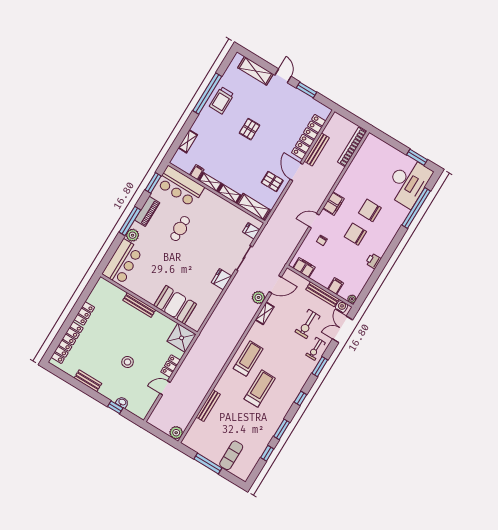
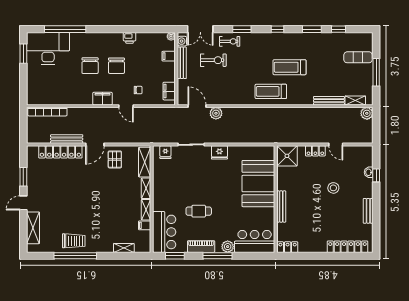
pallet: (250, 129) -> (83, 204), removed
booth: (175, 305) -> (258, 184), width x1.36, depth x1.42
locker: (84, 313) -> (288, 247), moved
shelving: (265, 313) -> (355, 100), moved

